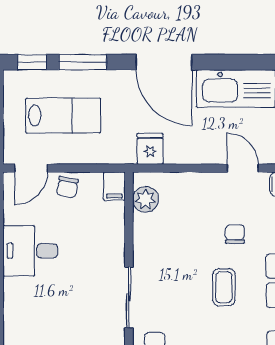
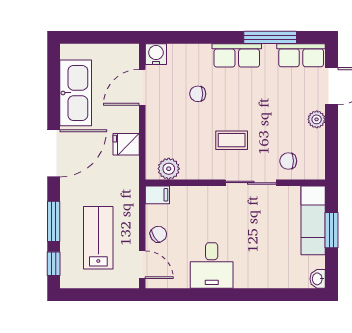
fridge: (150, 149) -> (126, 144), moved
door: (243, 168) -> (142, 87), width x1.38
chair: (67, 187) -> (158, 234), turned -43
coffee table: (224, 287) -> (232, 140), moved

